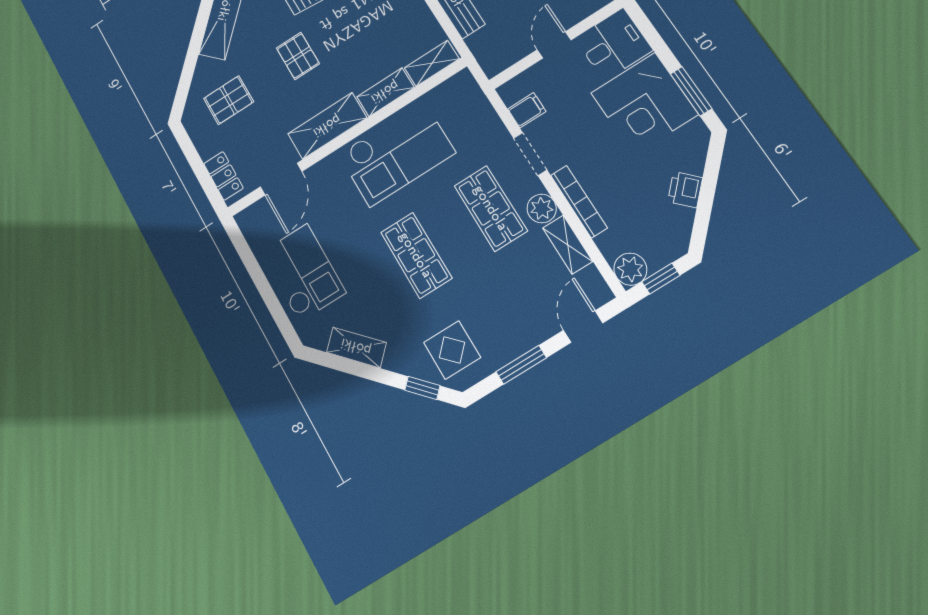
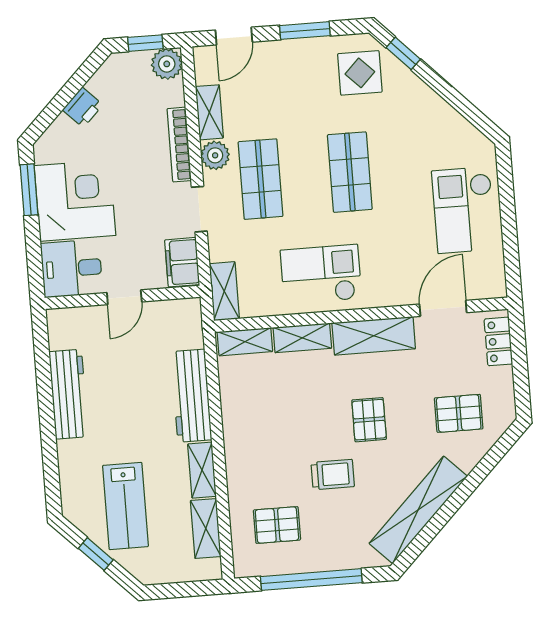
filing cabinet: (527, 110) -> (182, 262), width x2.00
checkout: (397, 153) -> (321, 274), width x0.73, depth x0.83
shelving: (356, 347) -> (224, 291), moved, turned 44

